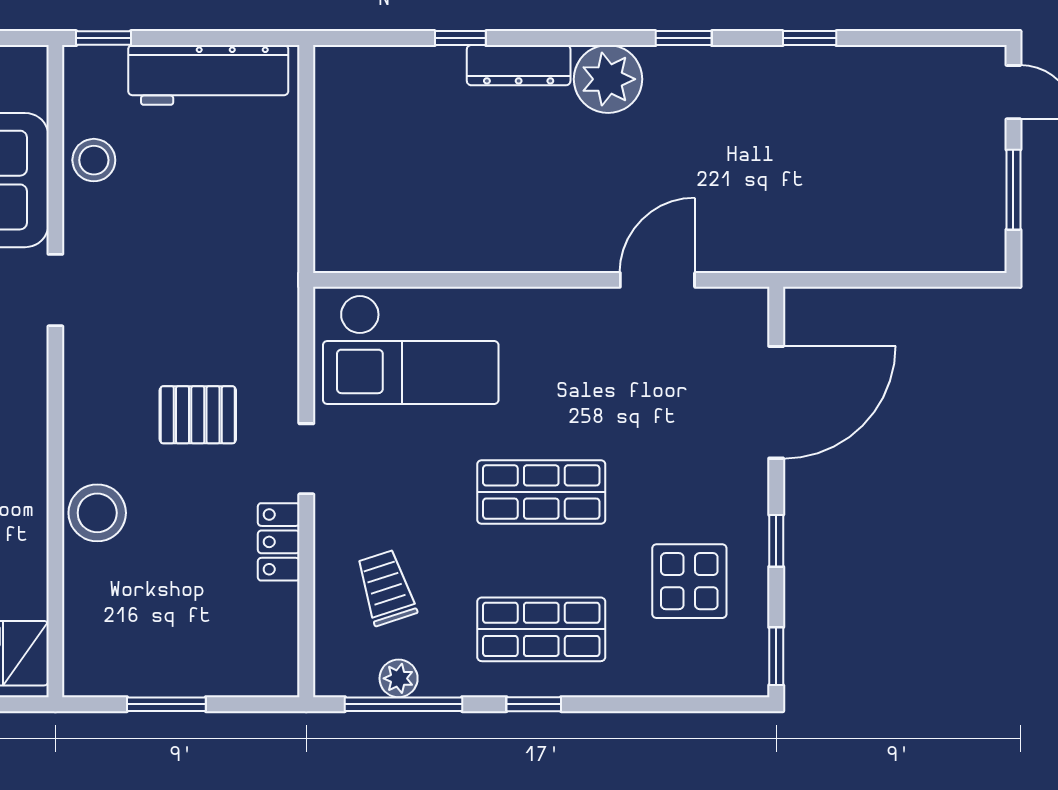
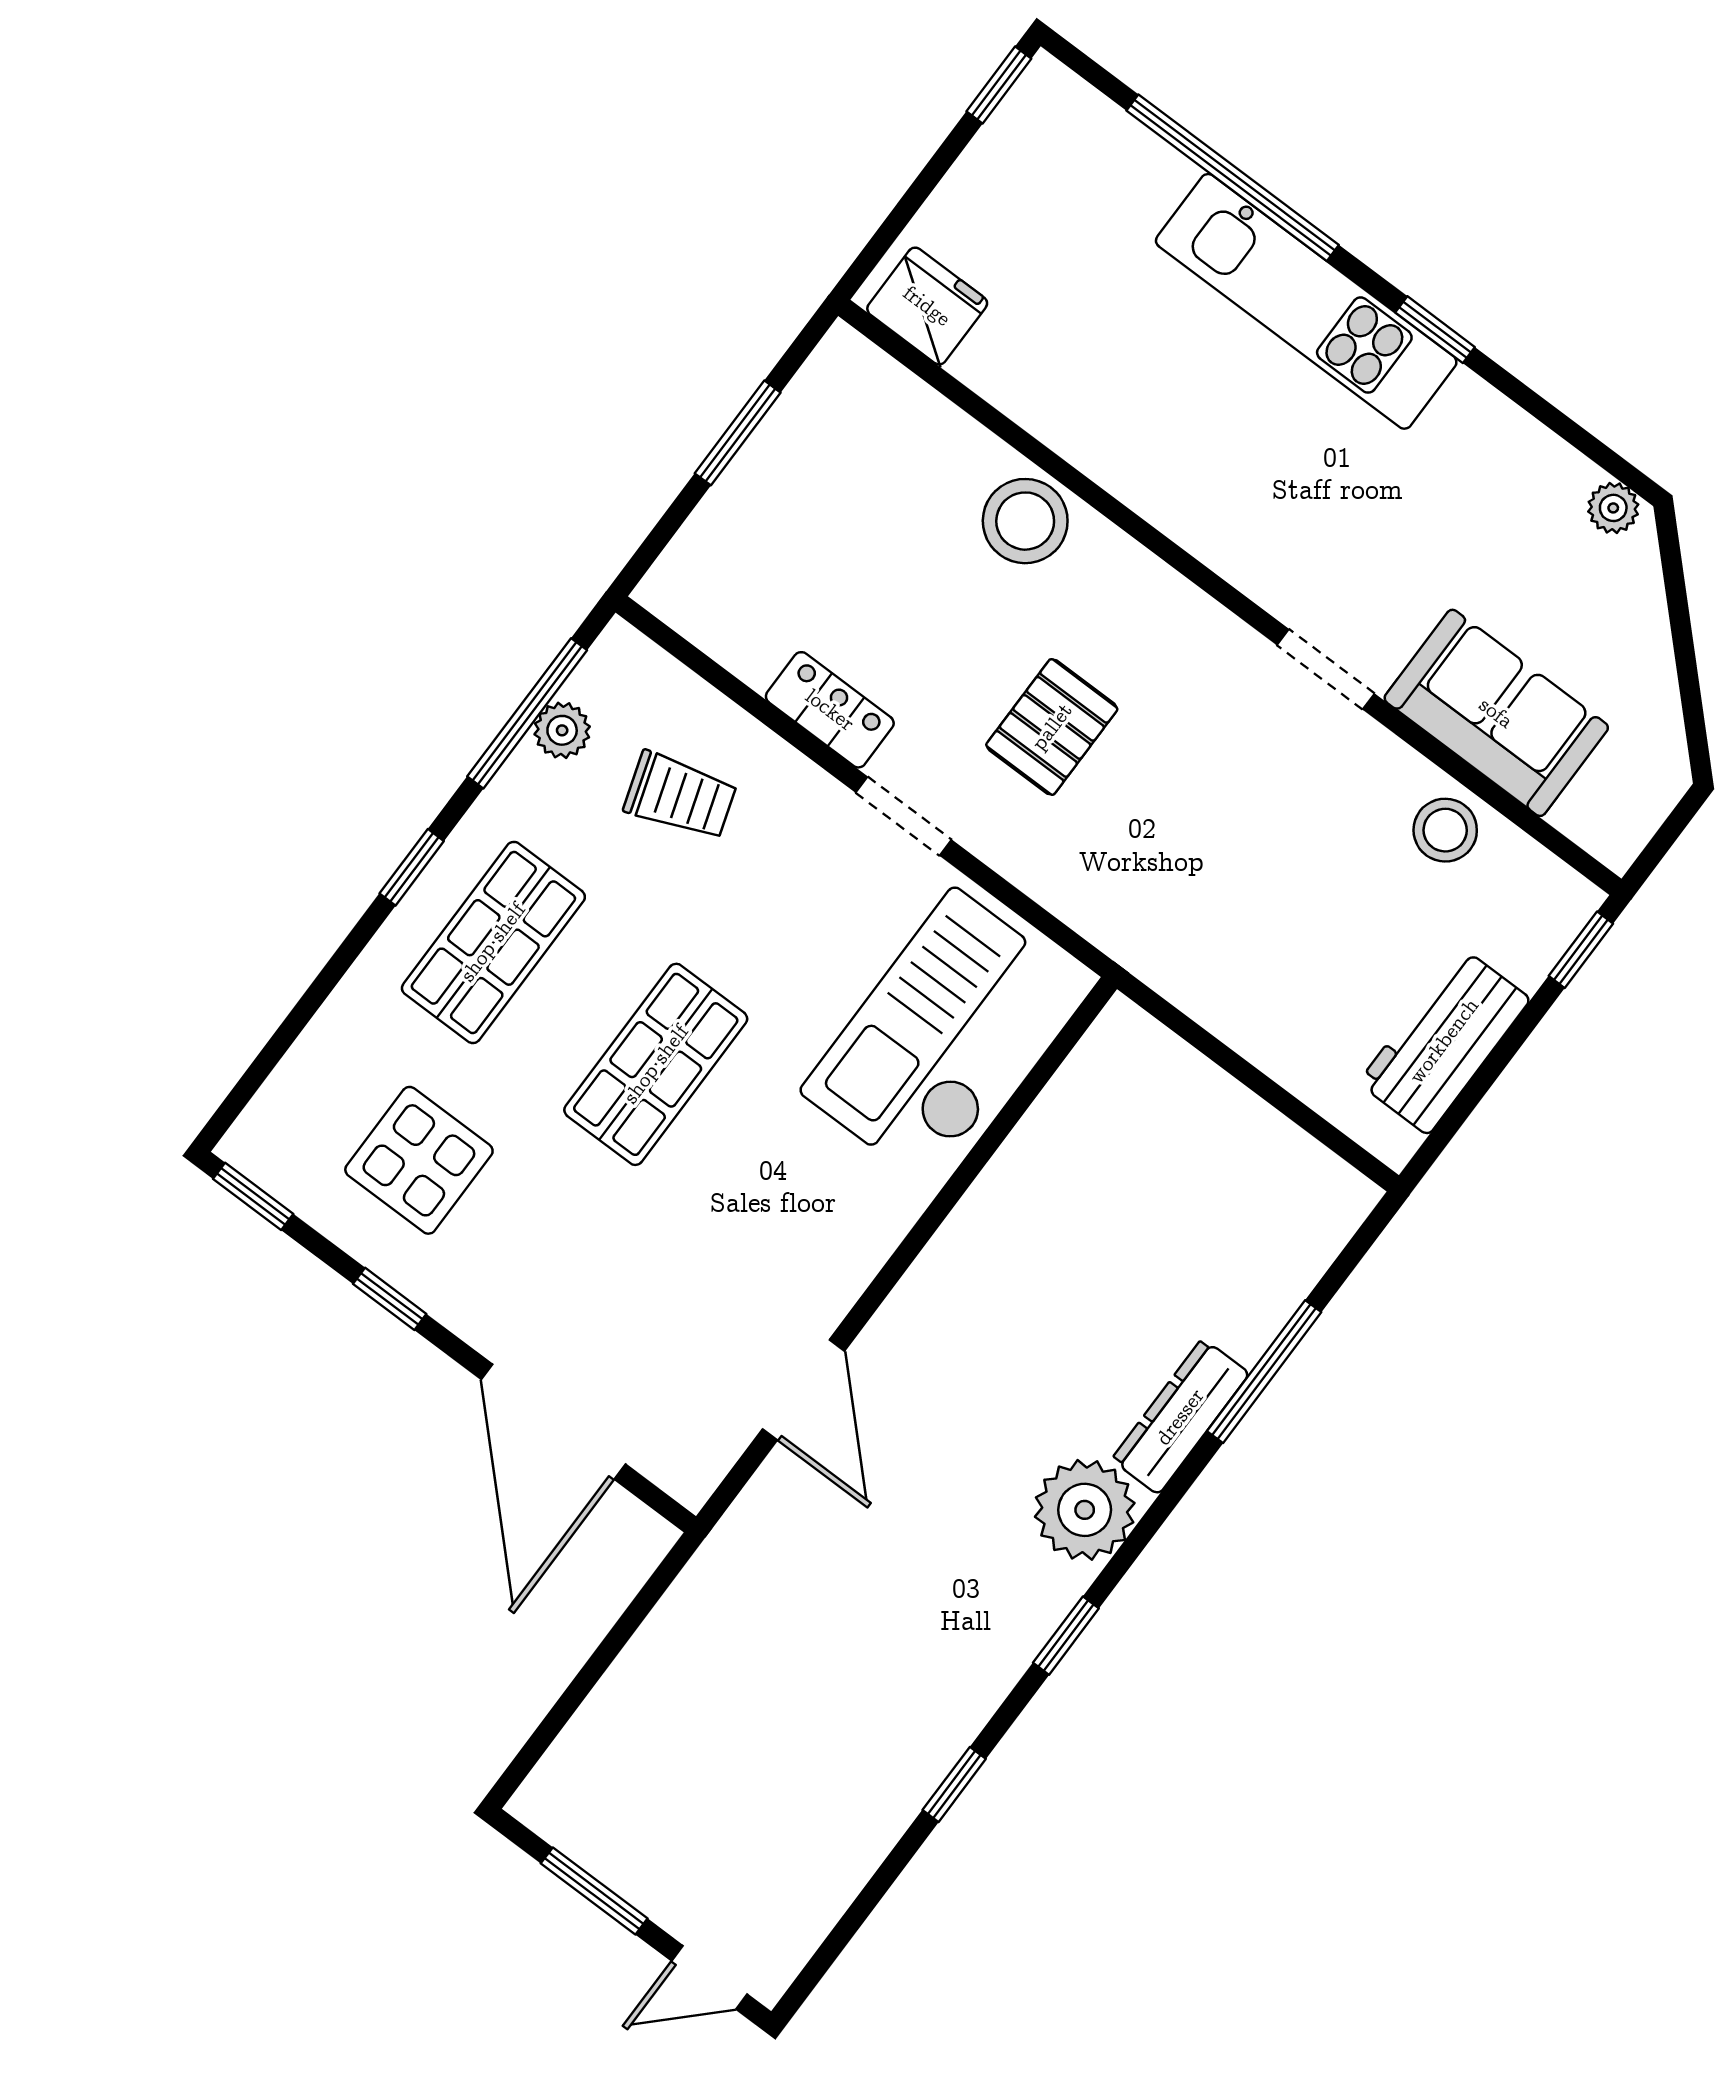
window: (460, 38) -> (1264, 1372), width x2.17
workbench: (208, 75) -> (1444, 1041), width x0.73

